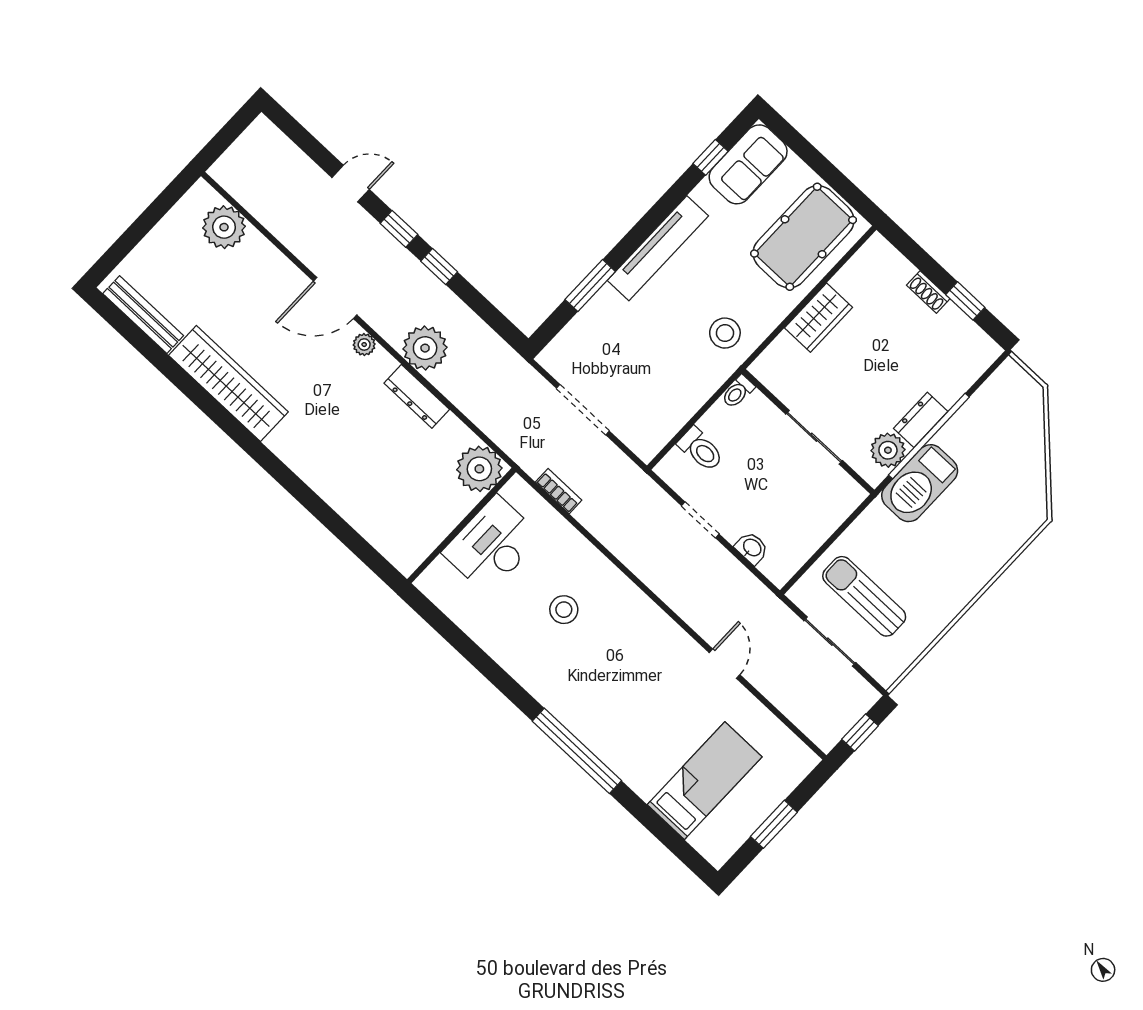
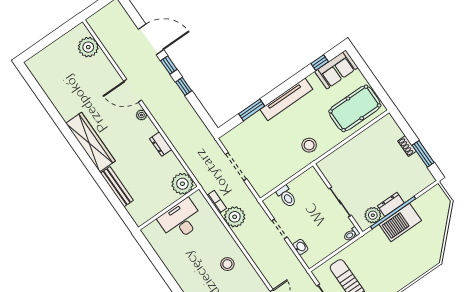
door: (351, 183) -> (151, 39), width x1.88
window: (965, 301) -> (423, 154), width x1.50
bench: (143, 315) -> (117, 187), moved
wardrobe: (818, 318) -> (354, 147), removed
plant: (425, 348) -> (235, 217), moved
wardrobe: (228, 384) -> (91, 142), moved
toilet: (738, 392) -> (351, 234), moved
dresser: (417, 396) -> (161, 144), width x0.70
barbecue: (920, 483) -> (400, 222), moved
stool: (564, 610) -> (227, 264), moved

